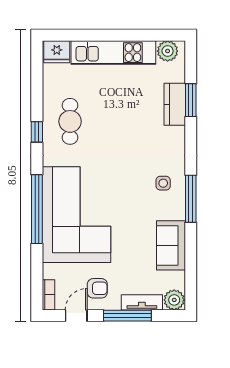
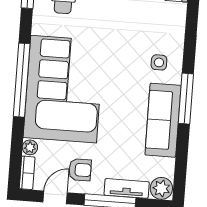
window: (191, 199) -> (186, 99), moved
sofa: (171, 245) -> (163, 120), width x1.36
plant: (49, 271) -> (30, 147), added

